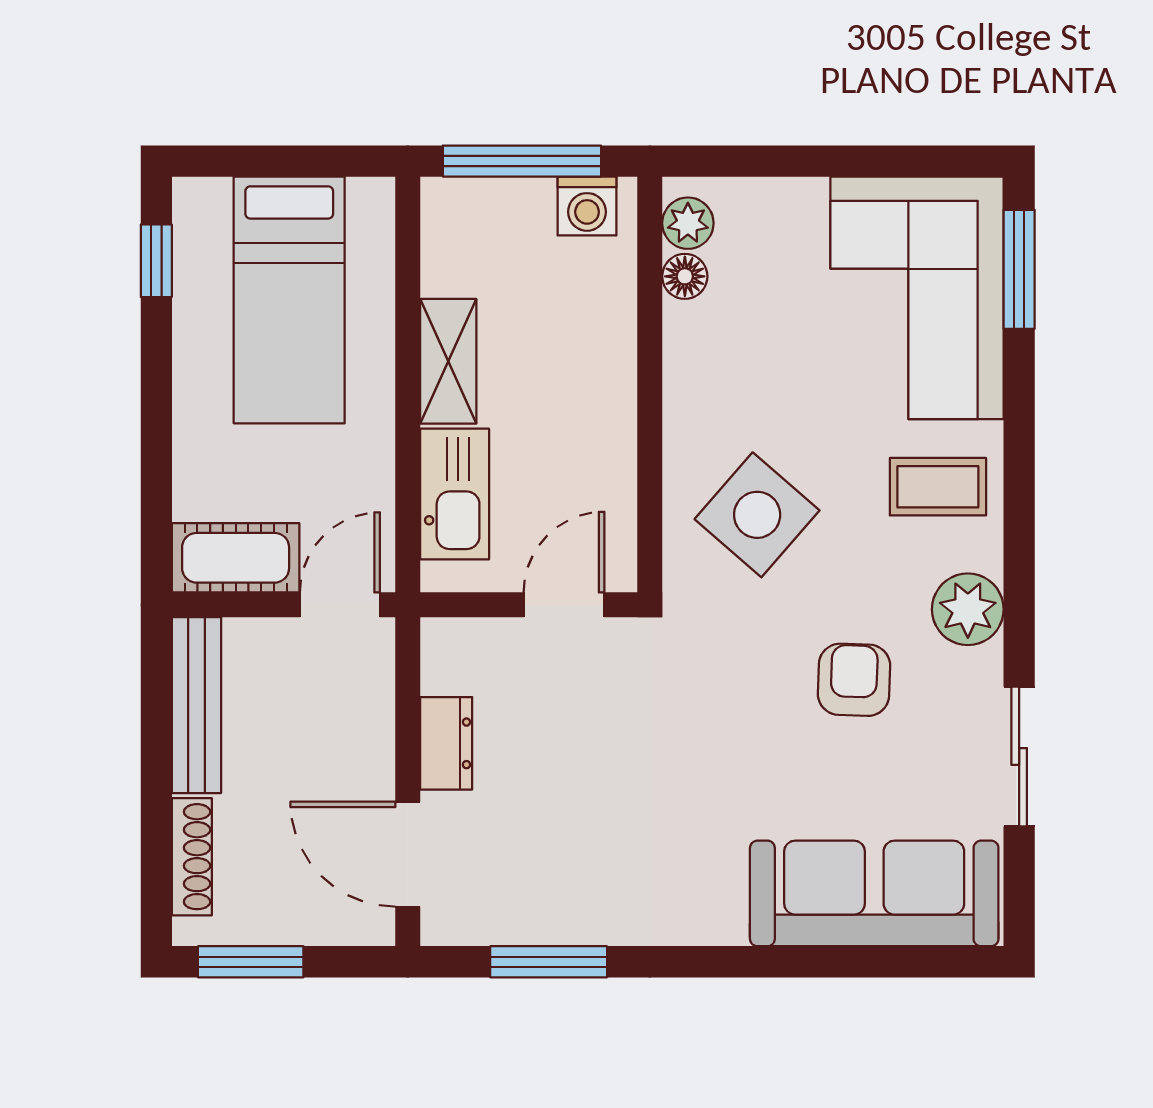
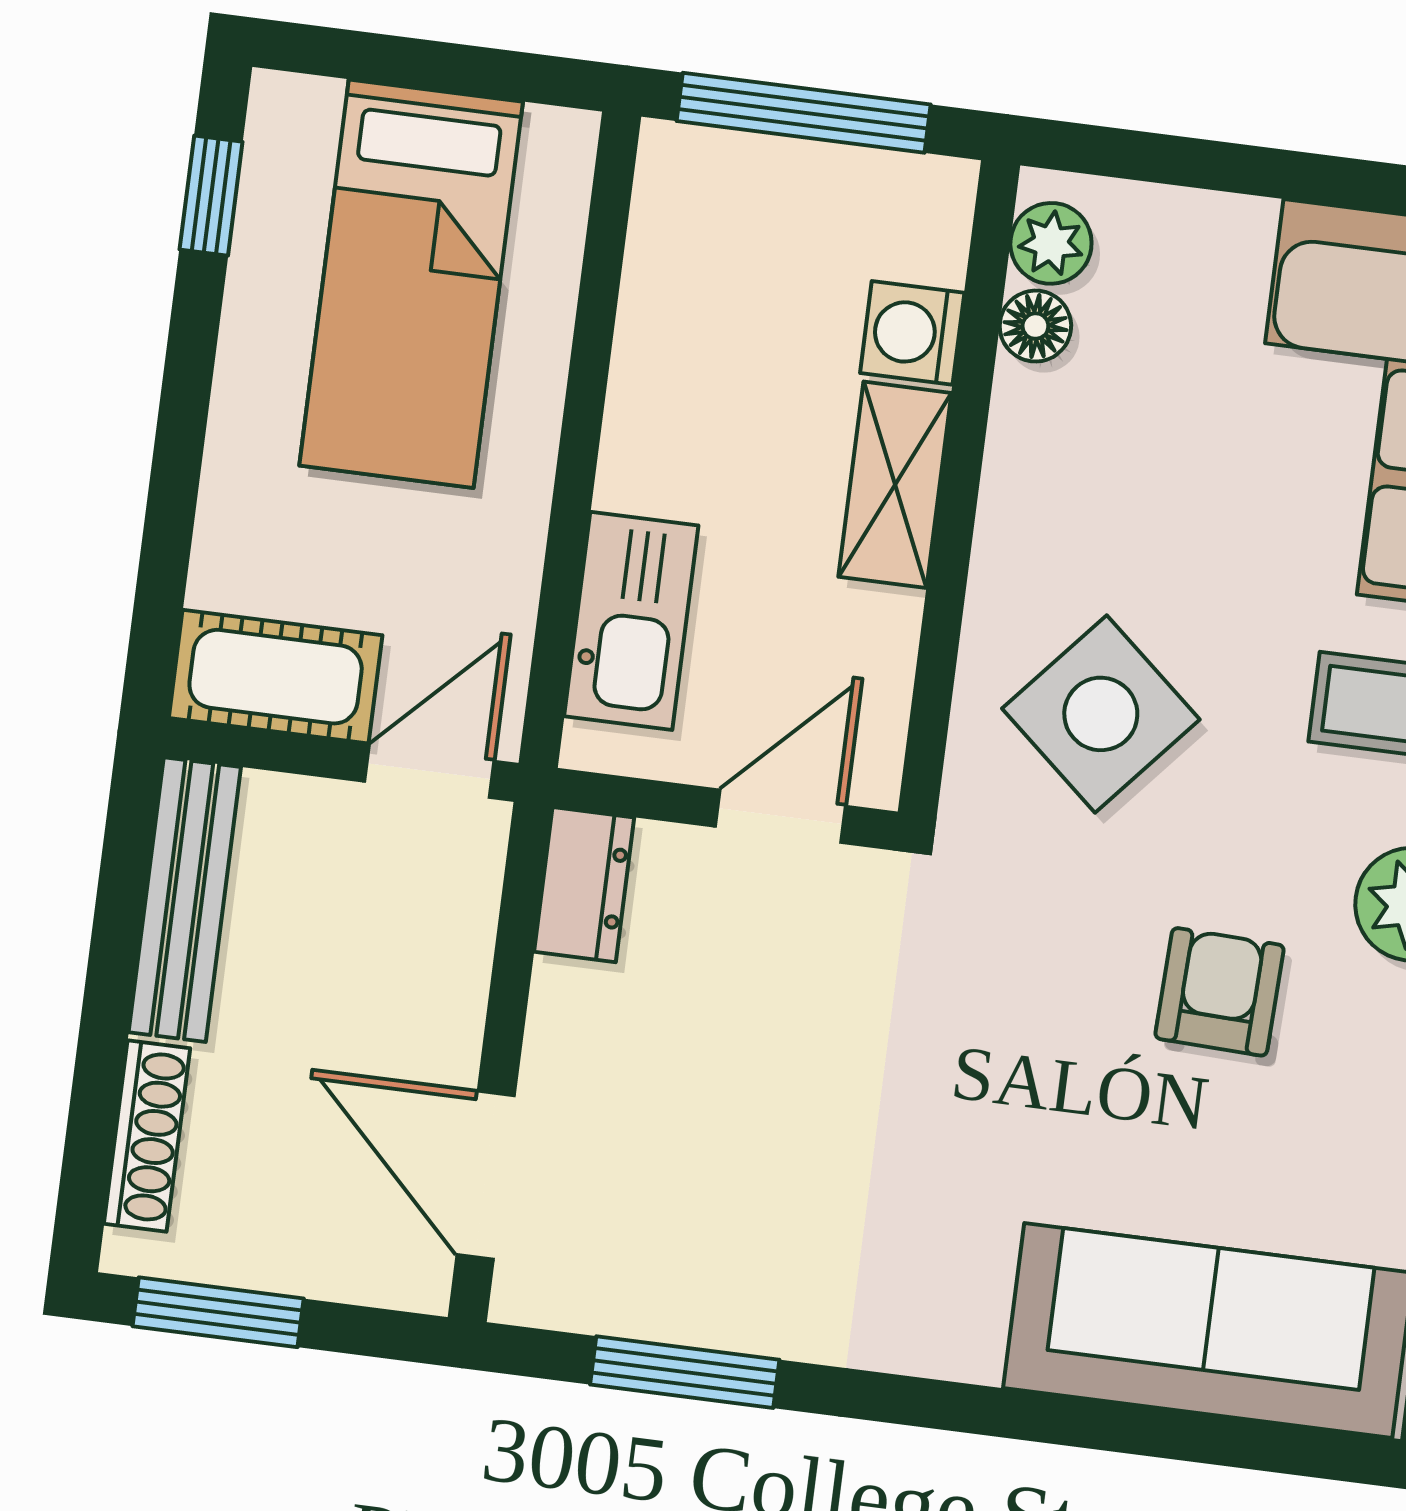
washing machine: (587, 206) -> (912, 333), moved, turned 90
shelving: (448, 361) -> (895, 485), moved
dresser: (446, 743) -> (584, 885), moved

